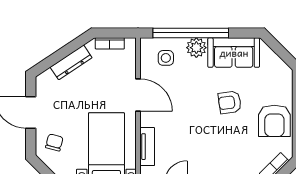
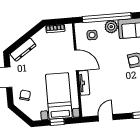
dresser: (71, 62) -> (23, 50), moved
tv unit: (147, 147) -> (84, 83), moved

